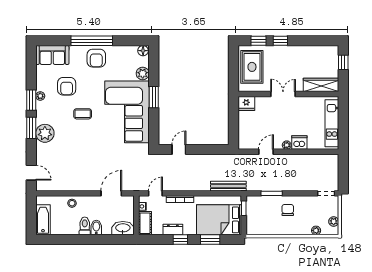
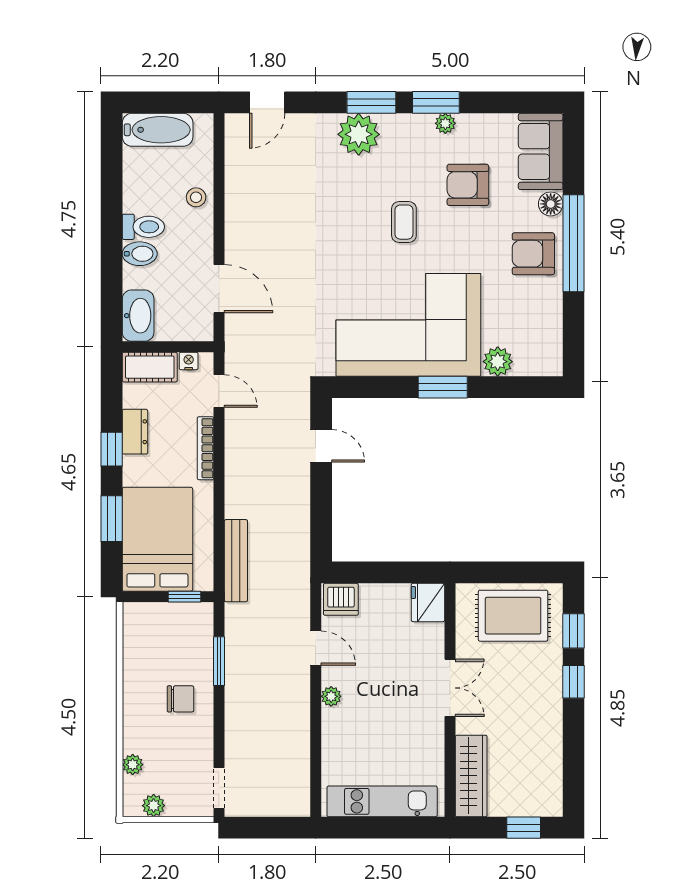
floor lamp: (143, 51) -> (551, 204), moved
dishwasher: (299, 143) -> (341, 599), moved, turned 90

